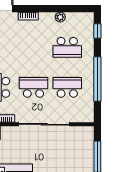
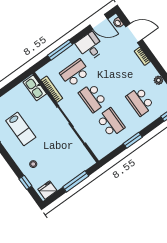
window: (97, 79) -> (133, 140), width x0.47
school desk: (33, 87) -> (93, 98), turned 180

